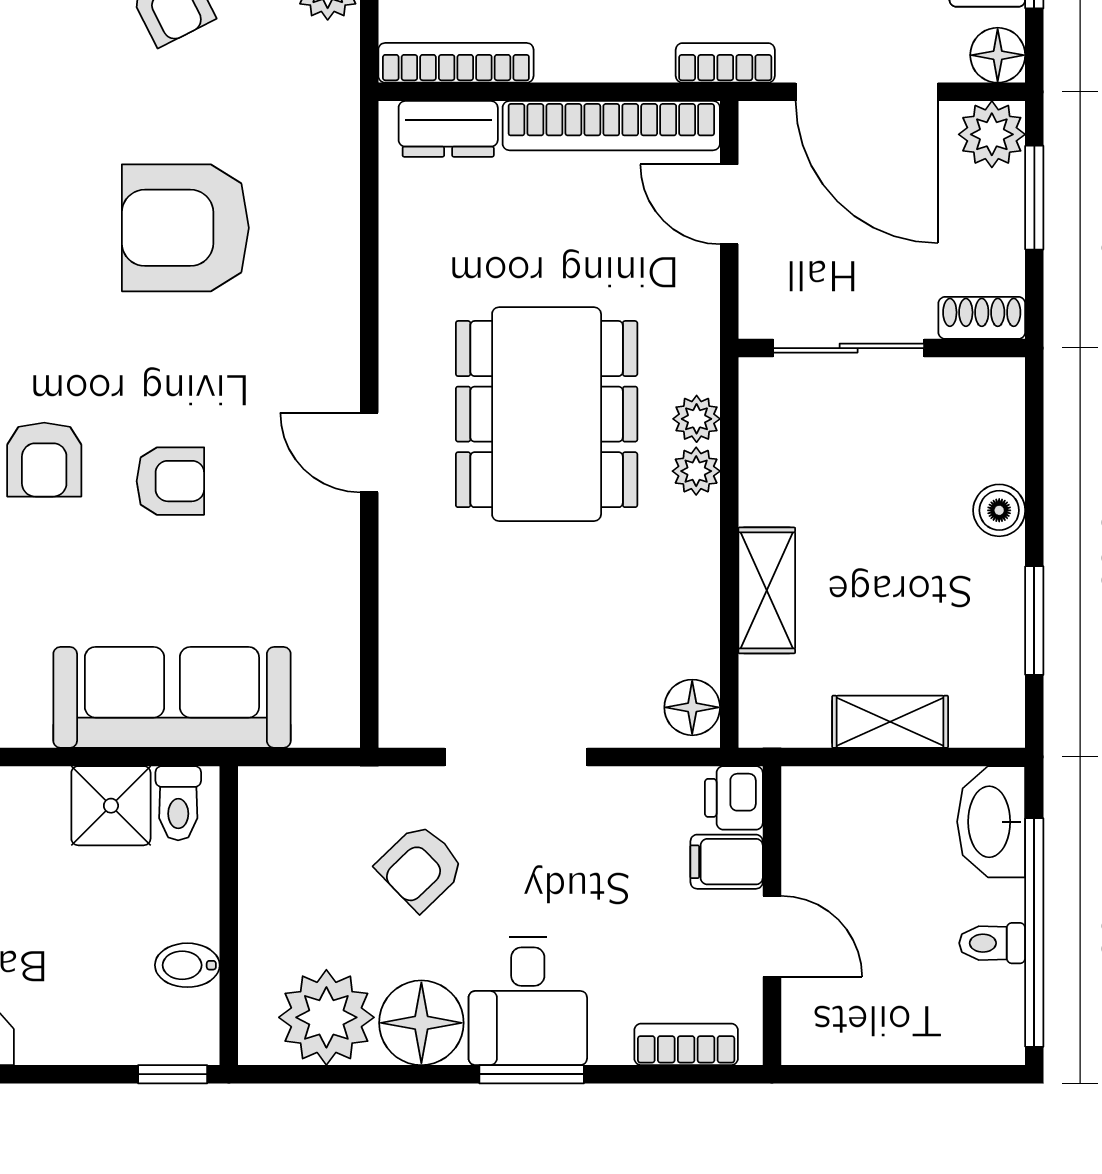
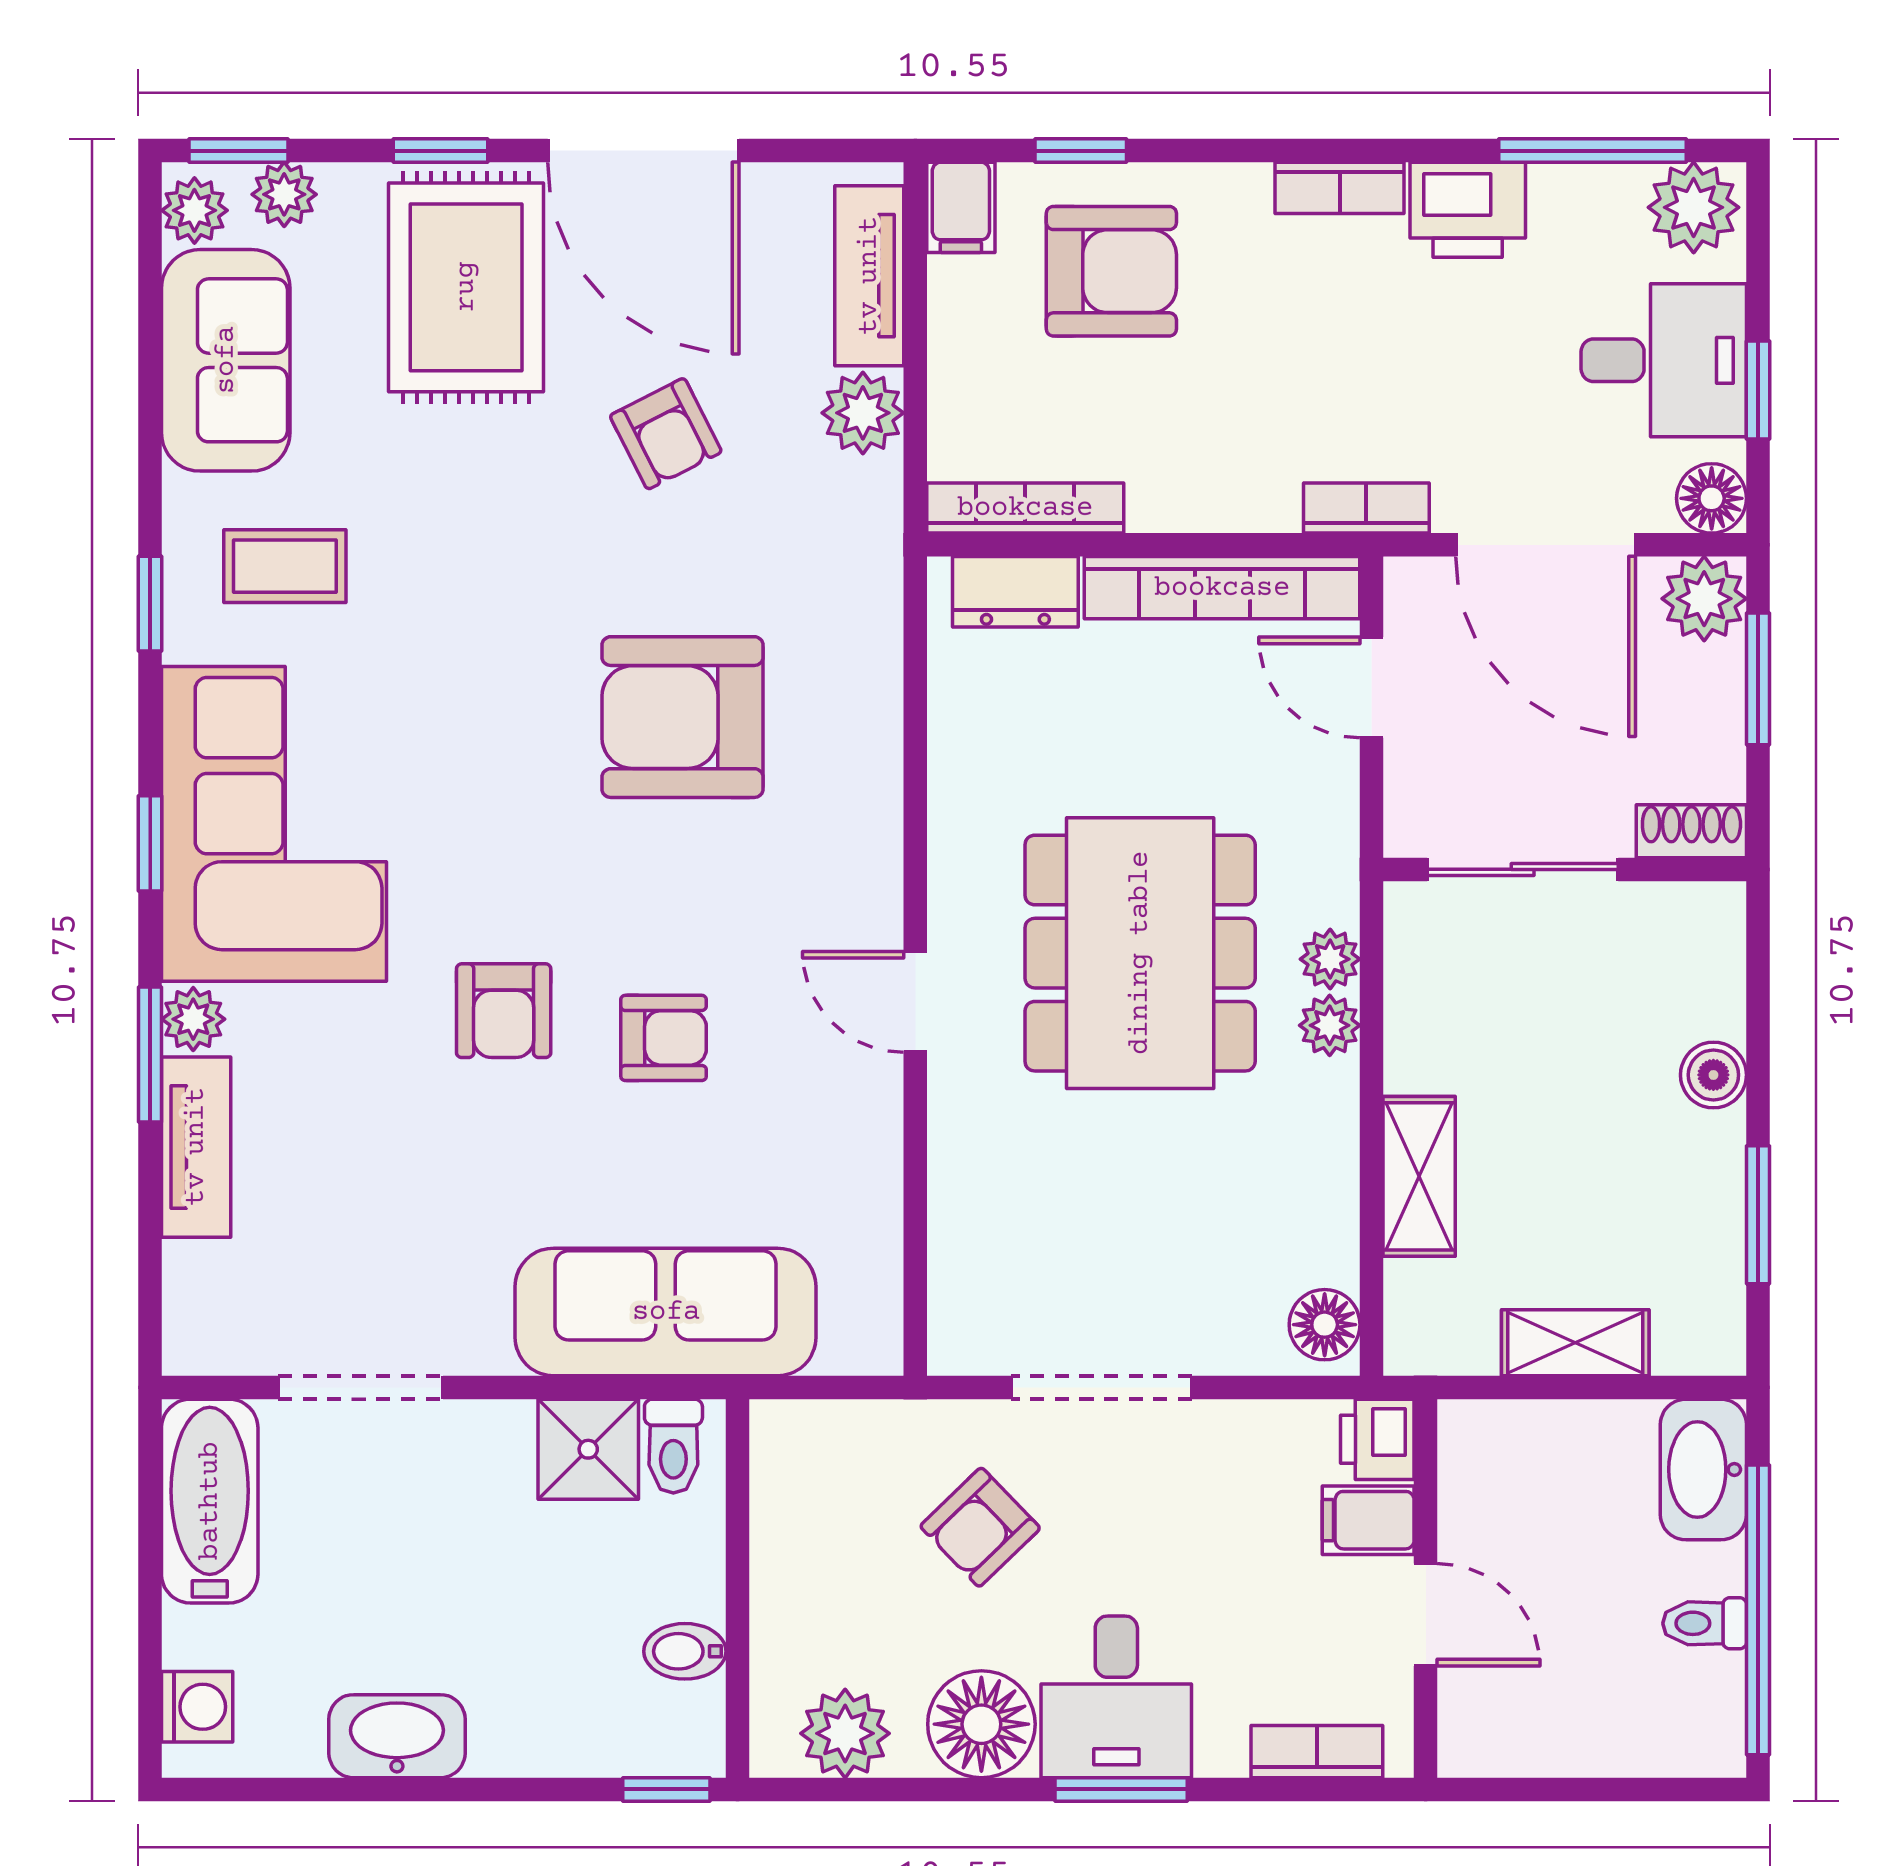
plant: (326, 1017) -> (845, 1733), width x0.73, depth x0.73

